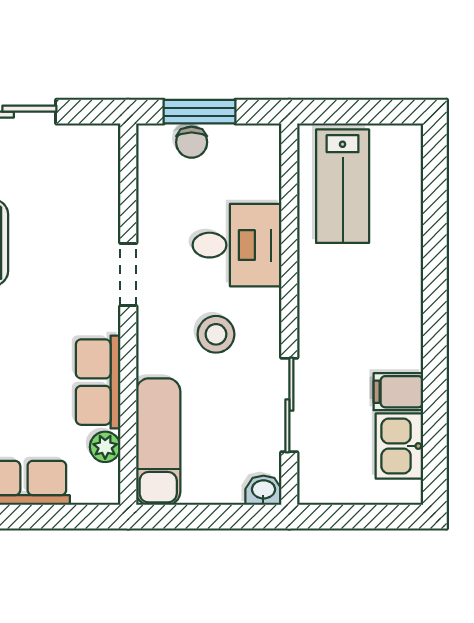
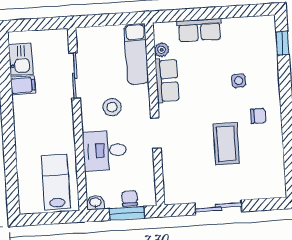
washbasin: (263, 490) -> (95, 203), moved, turned 180

